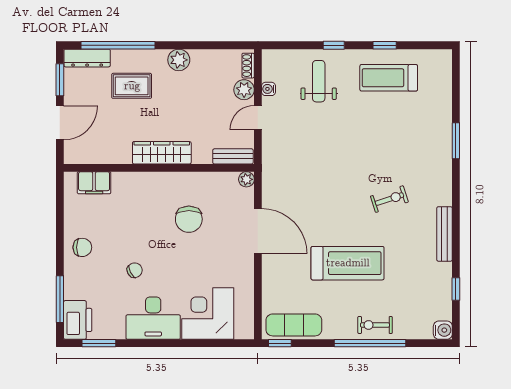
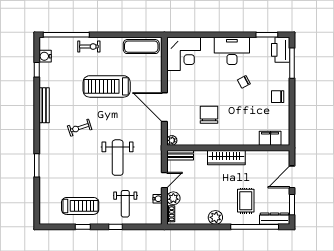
rug: (132, 86) -> (246, 201), turned 90
weight bench: (331, 153) -> (118, 158), added
corner desk: (208, 314) -> (184, 54), moved
water cooler: (443, 330) -> (45, 56), moved
window: (280, 343) -> (150, 35), removed
window: (370, 343) -> (66, 35), moved

